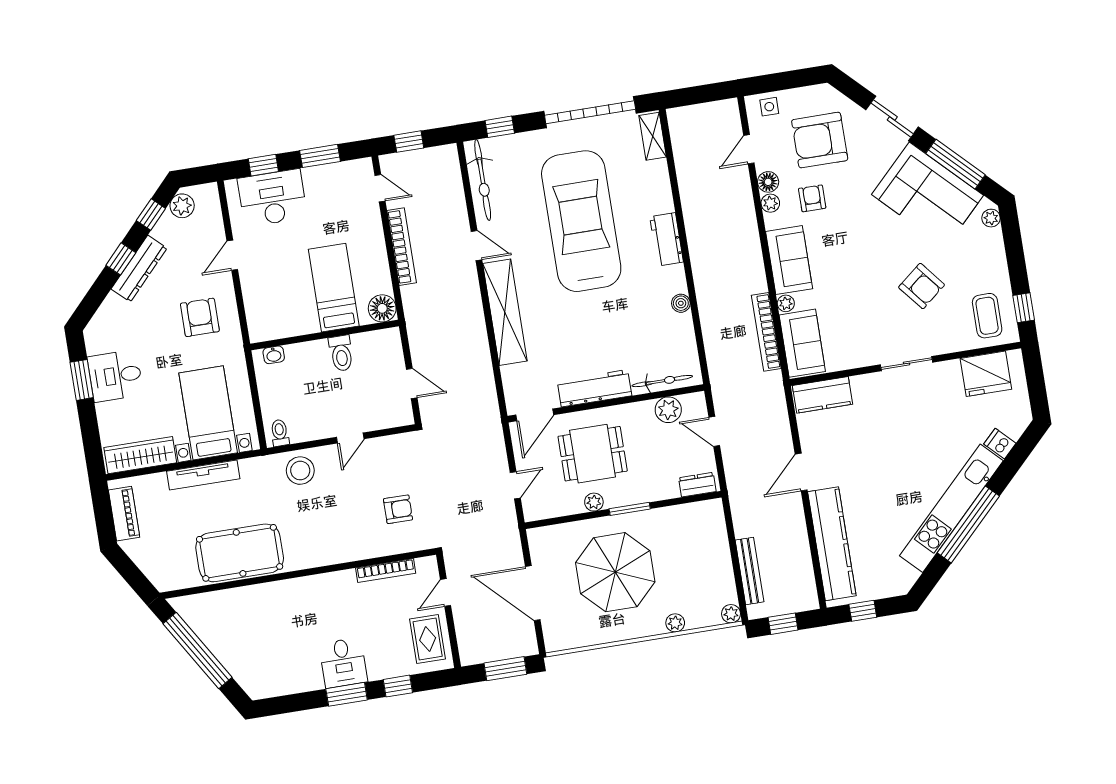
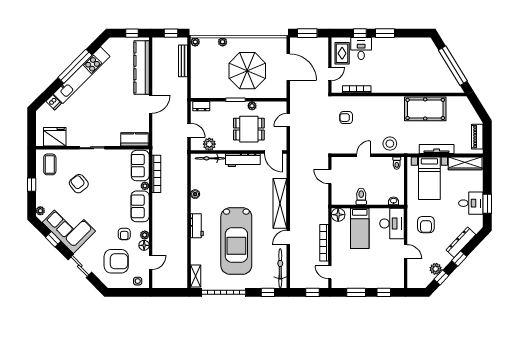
window: (956, 164) -> (53, 239), width x0.46
desk: (272, 198) -> (392, 223), moved, turned -90
plant: (182, 206) -> (436, 269), moved
door: (476, 246) -> (288, 237), hinge flipped
door: (232, 255) -> (406, 252), hinge flipped
dresser: (139, 269) -> (461, 242), moved
window: (1024, 308) -> (32, 185), moved
door: (535, 415) -> (274, 152), swing flipped
desk: (343, 663) -> (361, 48), moved

